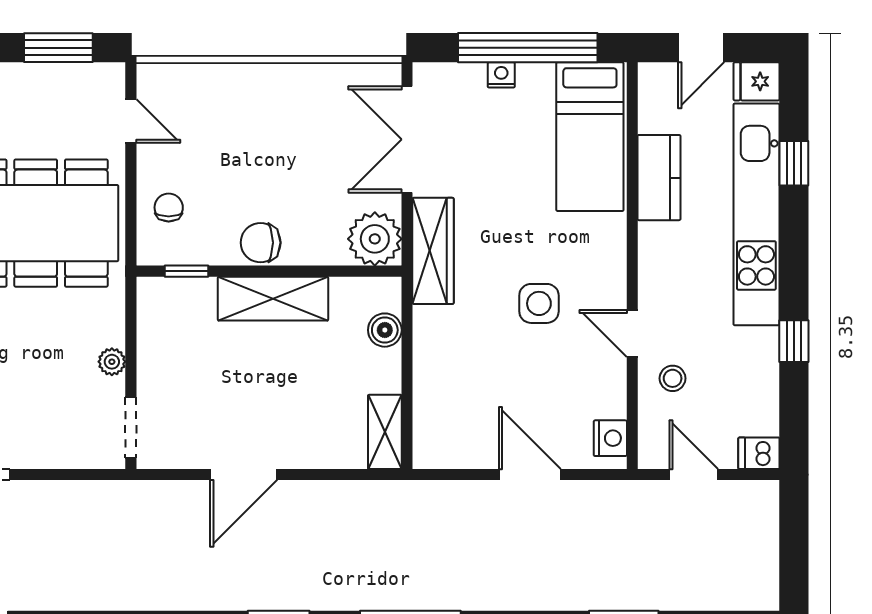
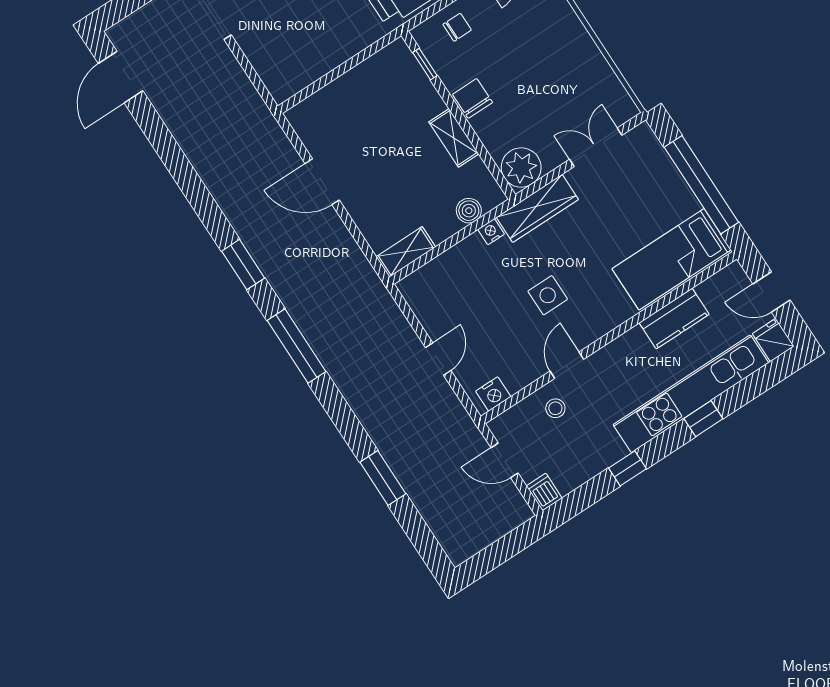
nightstand: (501, 75) -> (491, 232), moved, turned -90
double door: (407, 139) -> (596, 147), width x0.73
window: (794, 163) -> (703, 419), moved
shelving: (273, 299) -> (454, 138), width x0.67, depth x0.75
plant: (112, 362) -> (339, 55), removed
doorway: (131, 427) -> (306, 93), removed
door: (530, 475) -> (438, 359), width x0.73
door: (694, 475) -> (505, 460), swing flipped

